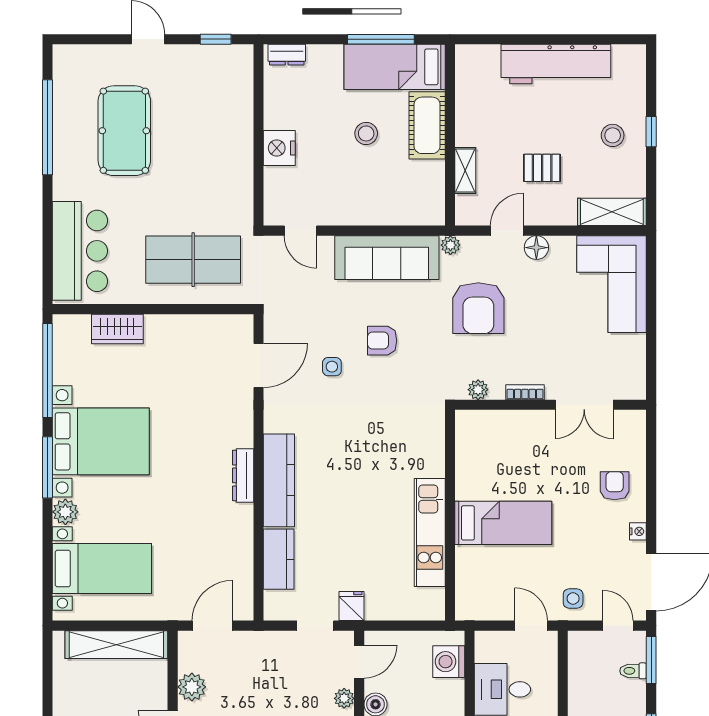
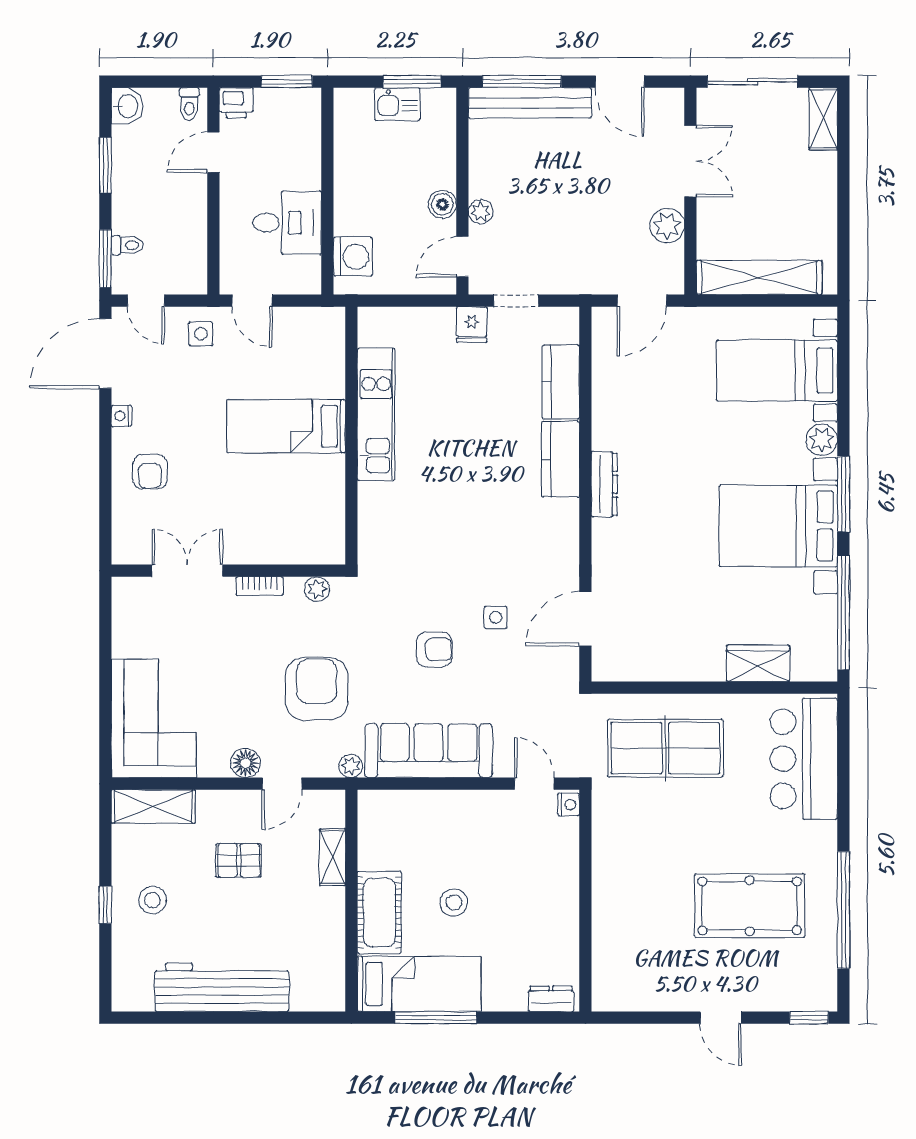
window: (216, 39) -> (809, 1018), moved
pool table: (124, 131) -> (750, 906), turned 90
nightstand: (279, 148) -> (569, 805), moved, width x0.53, depth x0.56
kitchen counter: (279, 480) -> (561, 459), width x0.67

